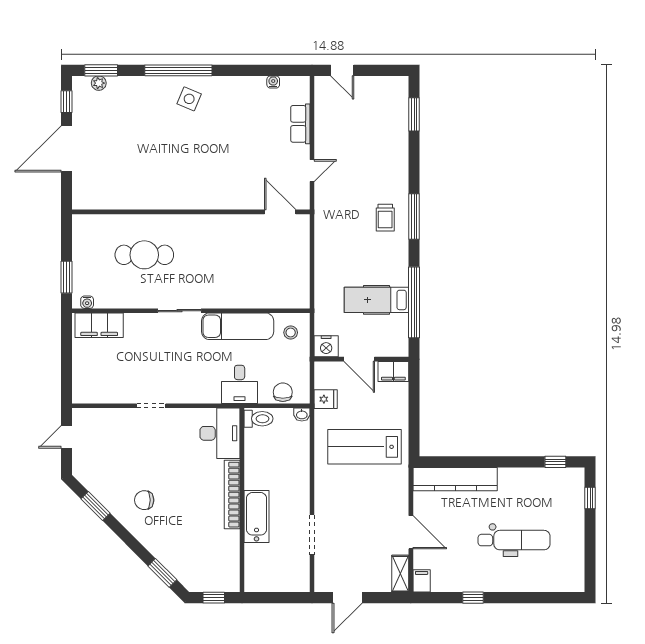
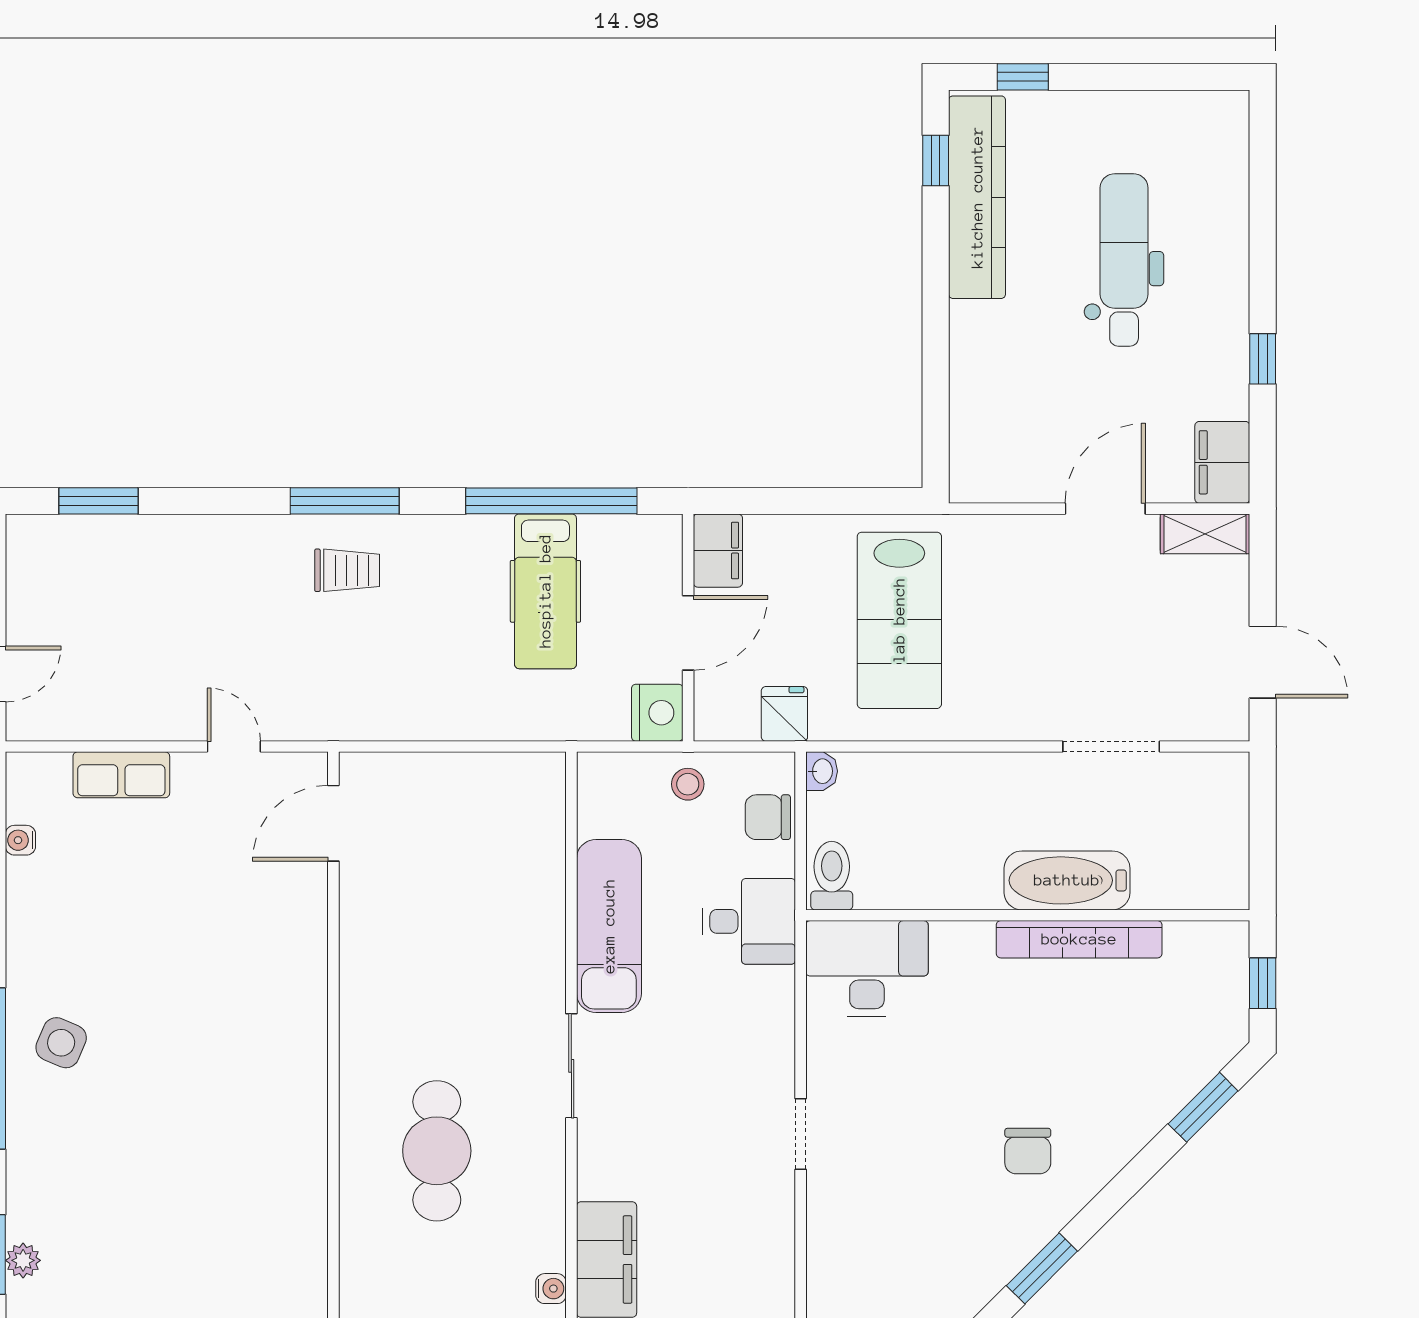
stool: (291, 333) -> (688, 784), moved
kitchen counter: (455, 479) -> (977, 197), moved
bookcase: (232, 495) -> (1079, 939), moved
filing cabinet: (422, 581) -> (1222, 462), width x2.00

